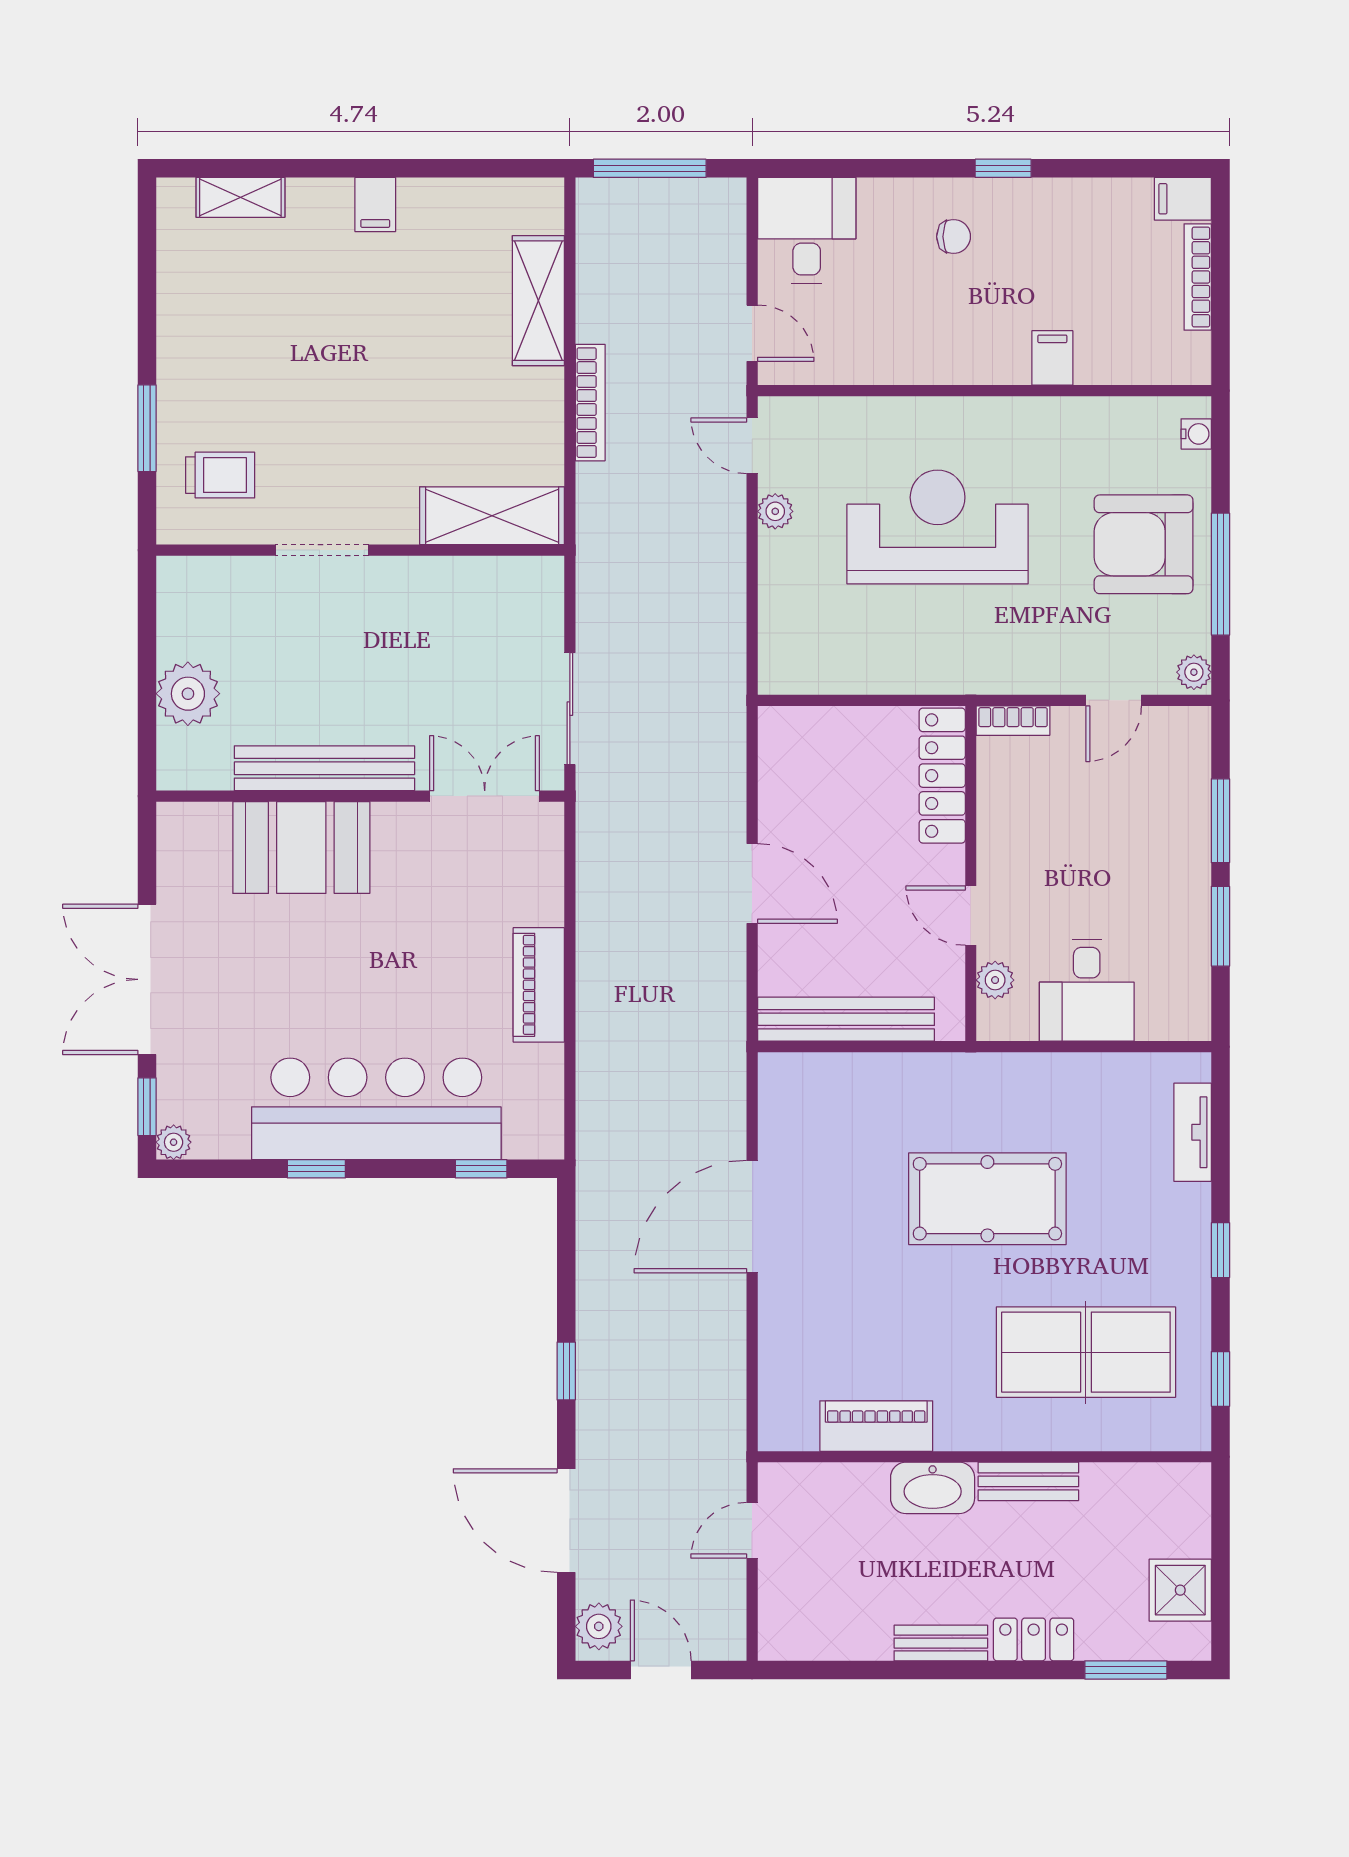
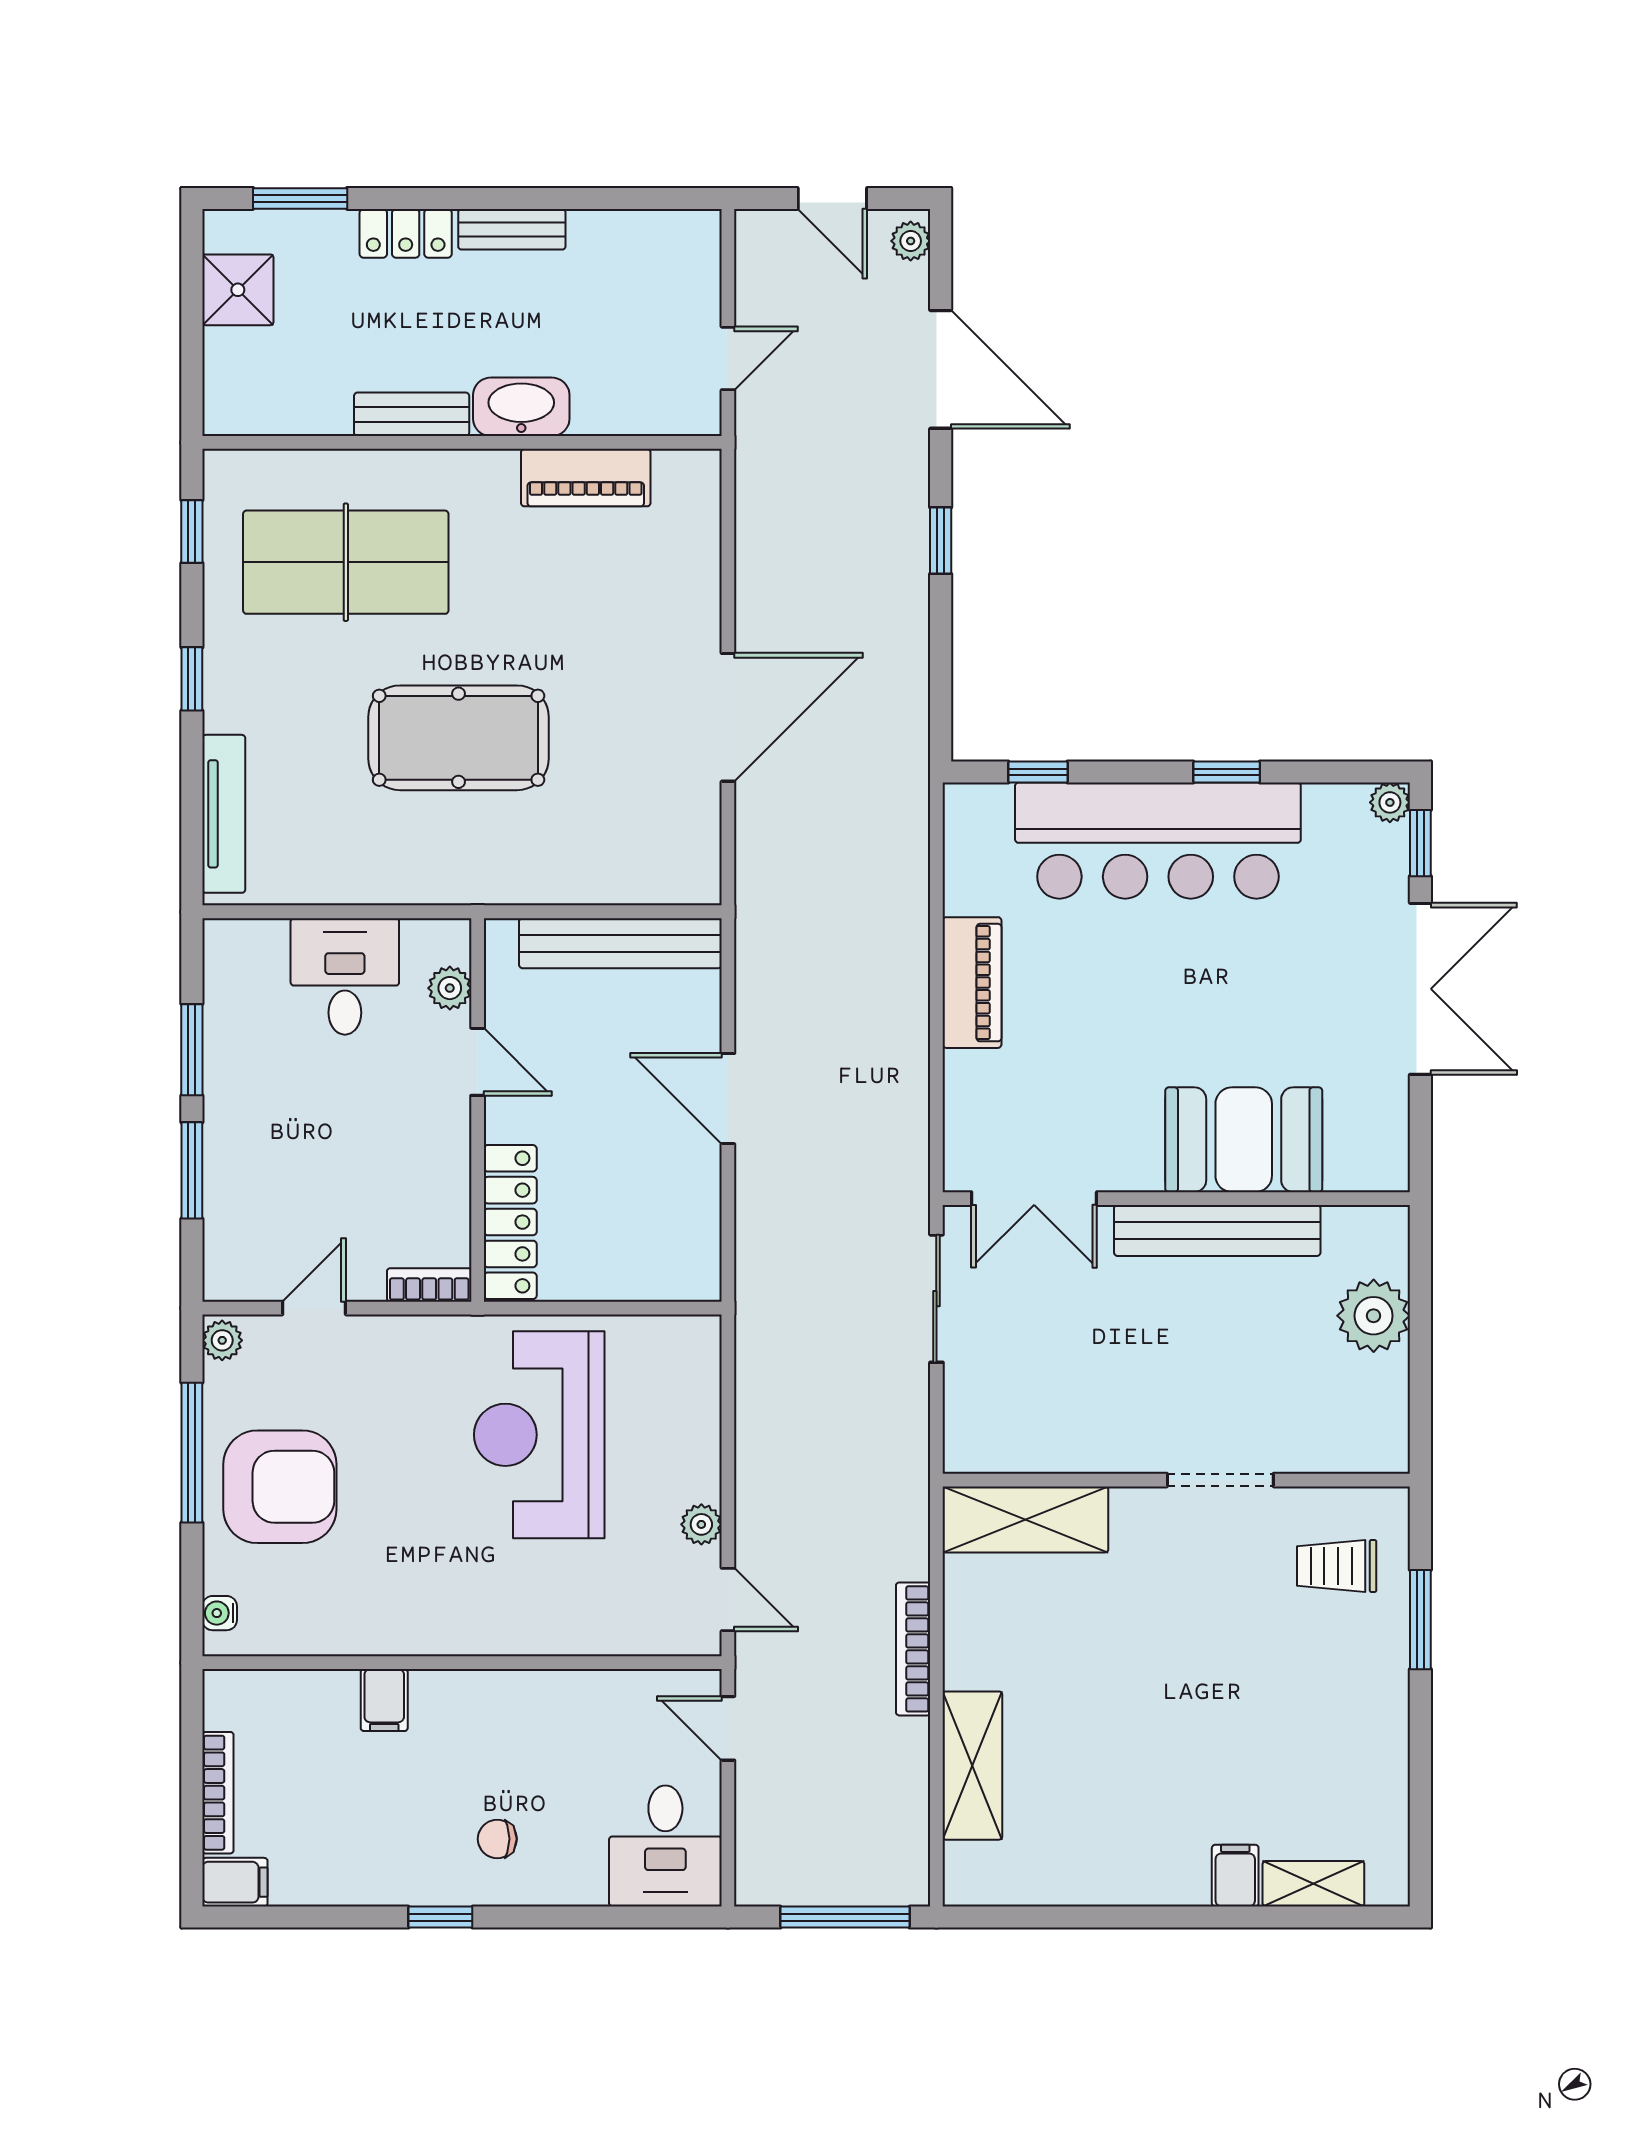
filing cabinet: (375, 205) -> (1235, 1876), moved
reception desk: (938, 527) -> (539, 1435), moved, turned 90
tv unit: (1193, 1132) -> (224, 814), width x1.41
plant: (599, 1626) -> (911, 241), width x0.73, depth x0.73

